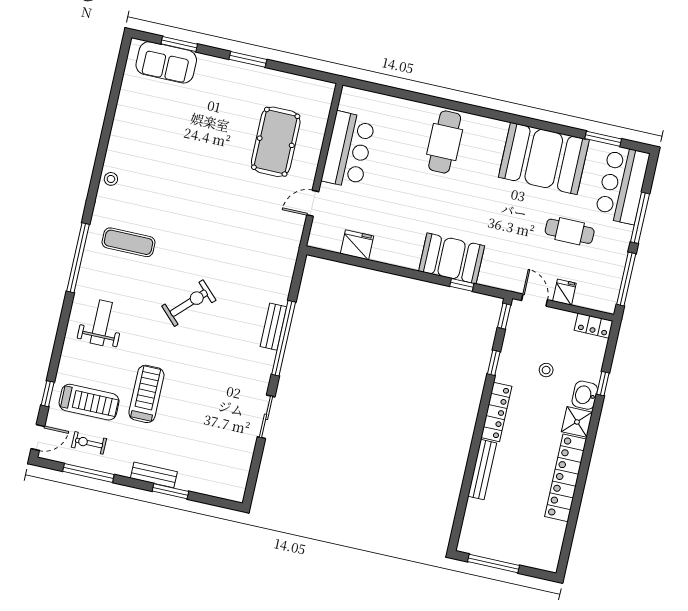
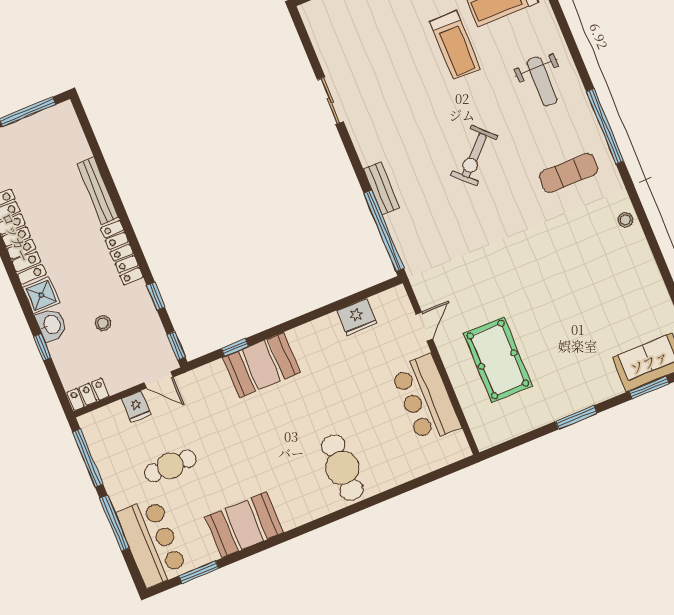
booth: (544, 159) -> (244, 525), width x0.73, depth x0.70
window: (284, 338) -> (384, 231), moved

